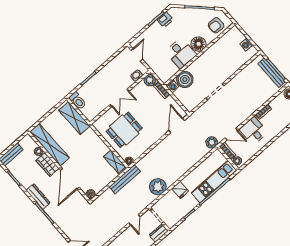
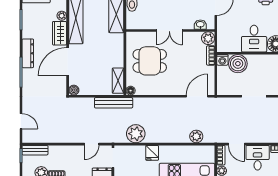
plant: (212, 142) -> (196, 136), moved

